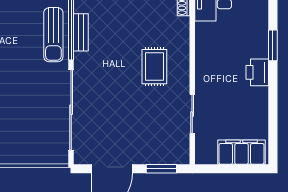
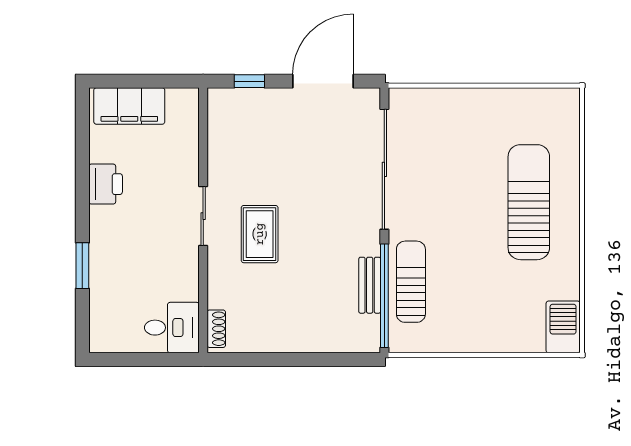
printer: (257, 72) -> (106, 184), moved
sliding door: (192, 114) -> (203, 216), moved
window: (161, 169) -> (249, 81), width x0.67

